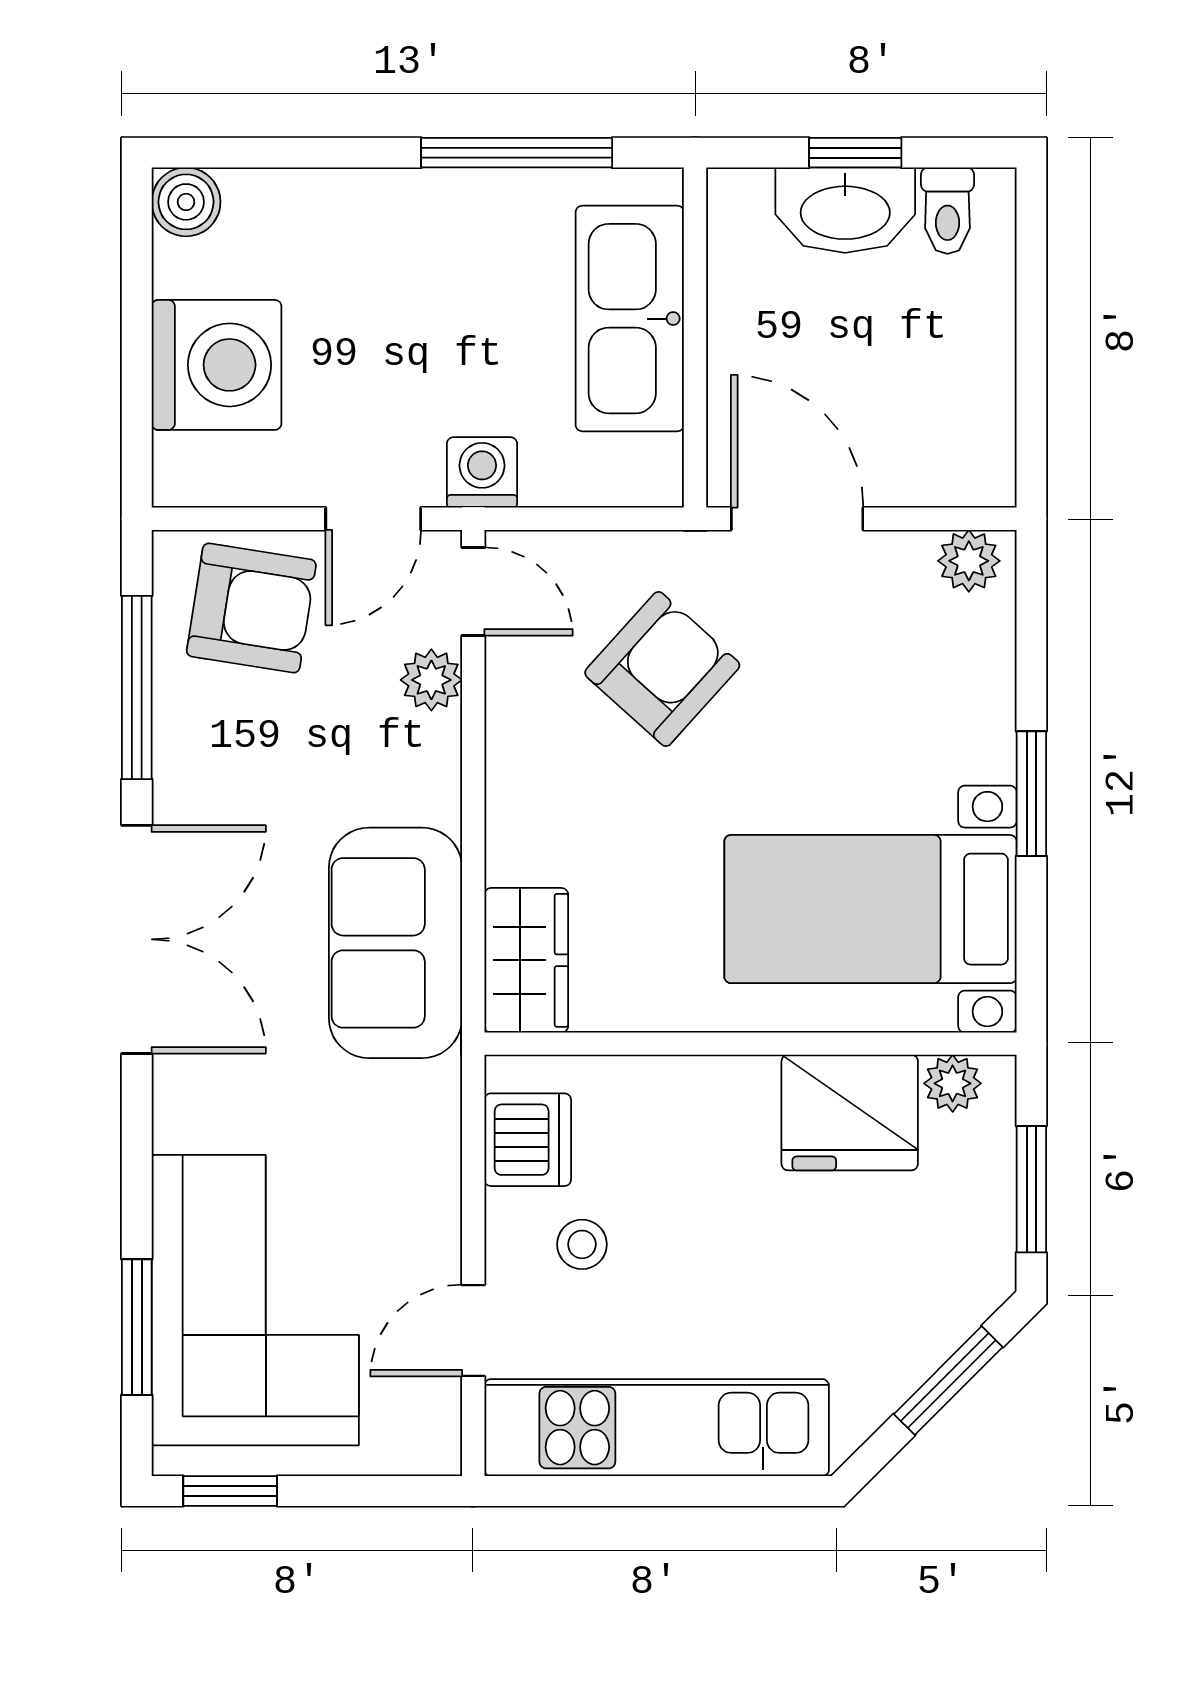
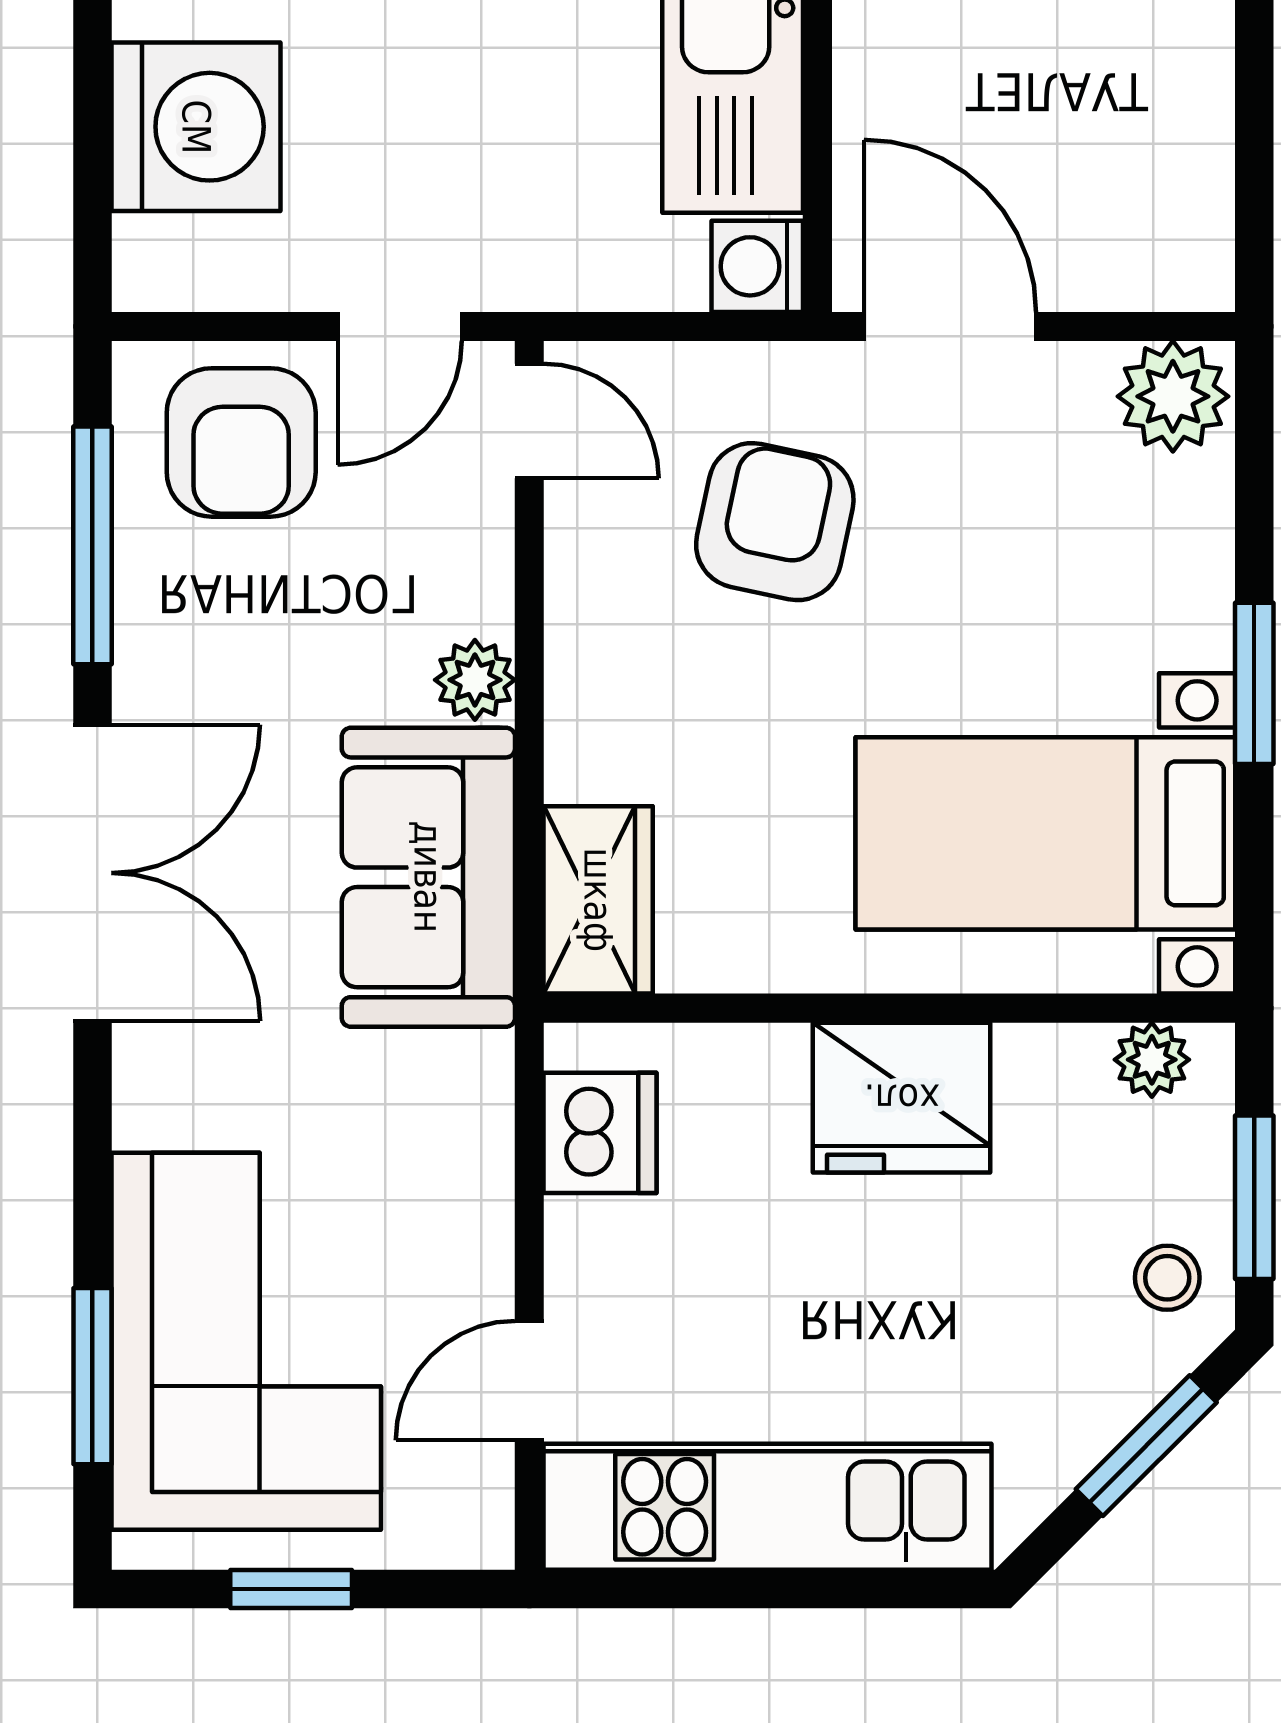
washing machine: (482, 472) -> (757, 266), moved, turned -90
plant: (969, 561) -> (1173, 396), width x1.38, depth x1.38
armchair: (251, 608) -> (241, 442), turned 81
armchair: (662, 669) -> (775, 522), turned -30
plant: (431, 680) -> (475, 680), moved
fridge: (850, 1113) -> (902, 1098), moved
stool: (582, 1244) -> (1167, 1278), moved
window: (230, 1491) -> (291, 1589), moved

